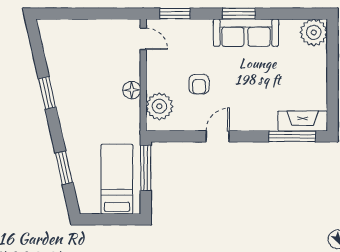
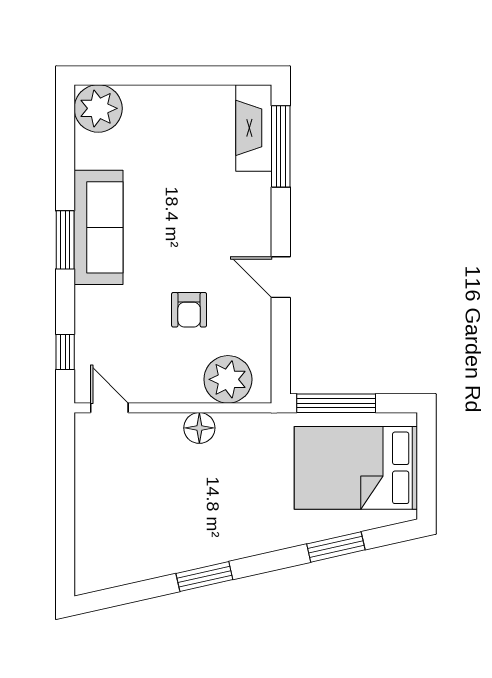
window: (175, 14) -> (65, 352), width x0.67
door: (143, 39) -> (109, 408), hinge flipped
armchair: (199, 84) -> (189, 310), turned 90
bed: (117, 179) -> (356, 468), width x1.50

